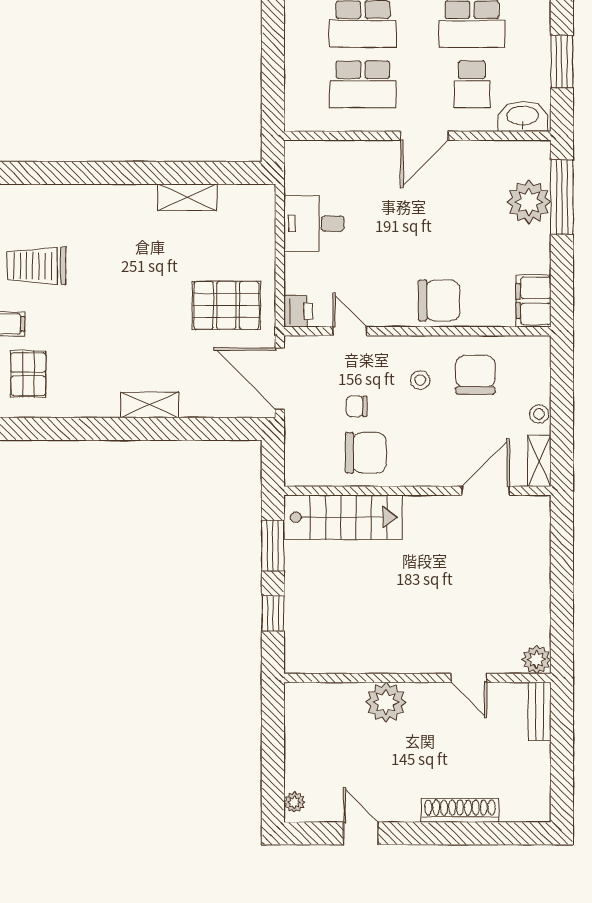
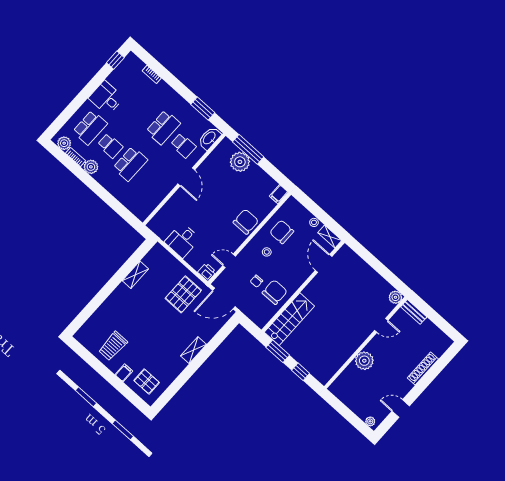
school desk: (363, 84) -> (150, 182), removed
filing cabinet: (533, 301) -> (279, 194), width x0.50

